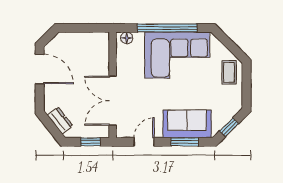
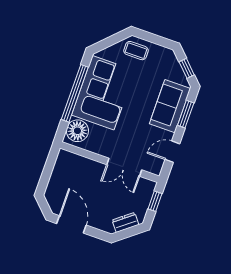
floor lamp: (127, 38) -> (77, 131), width x1.89, depth x1.89
door: (40, 69) -> (71, 224), hinge flipped
double door: (113, 101) -> (124, 167), width x0.73
door: (144, 142) -> (172, 152), hinge flipped

